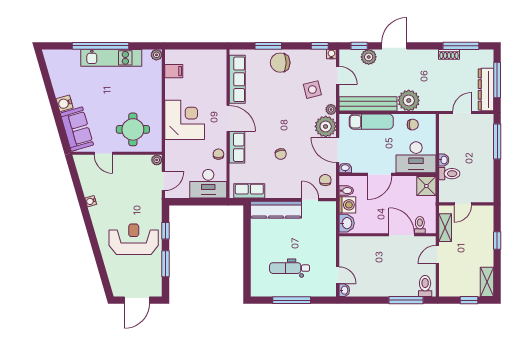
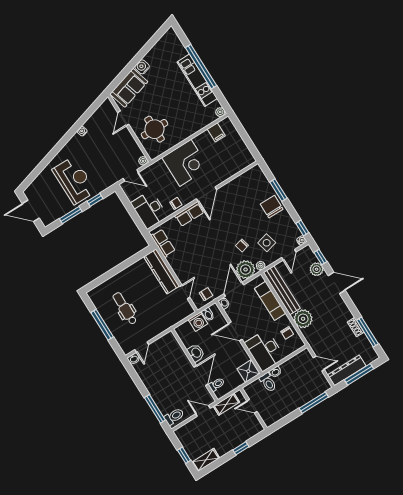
row of seats: (237, 79) -> (239, 183), removed
chair: (281, 154) -> (242, 245), moved
washbasin: (347, 223) -> (196, 353), moved, turned -90

